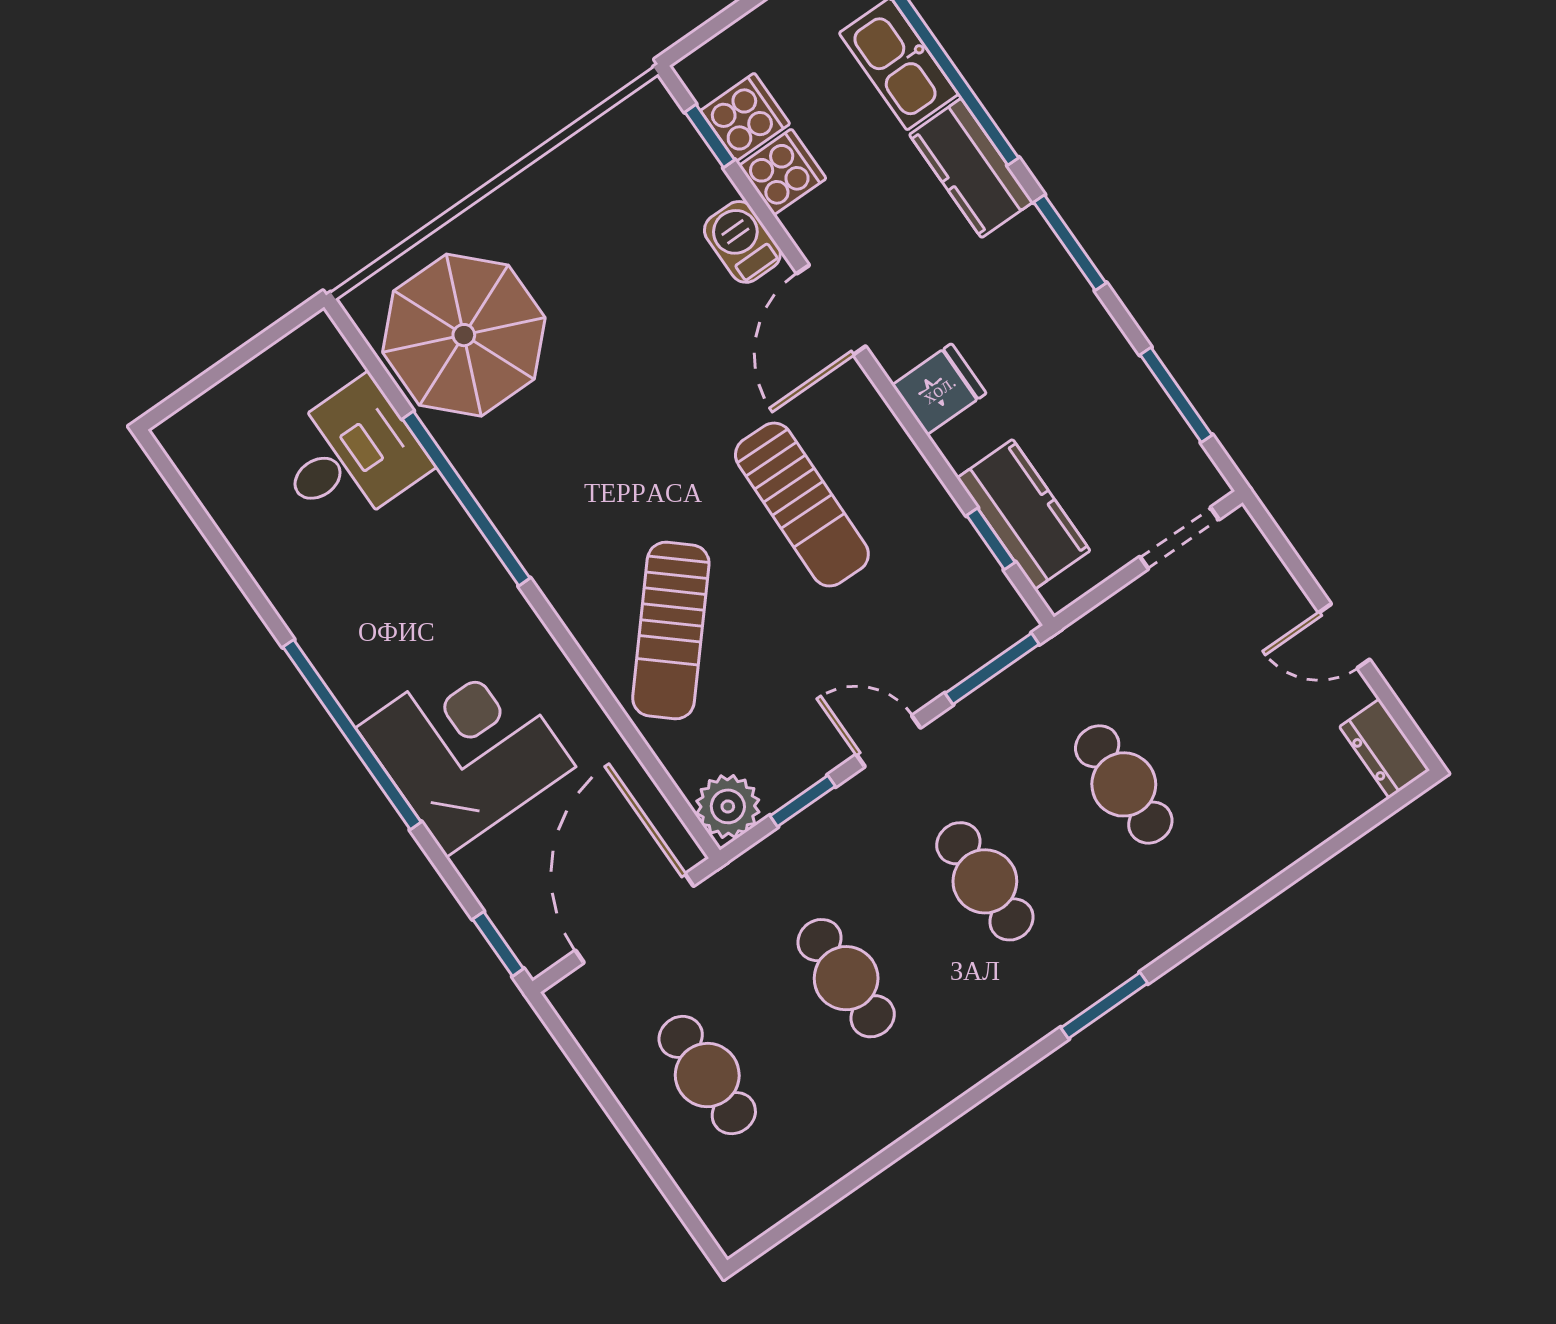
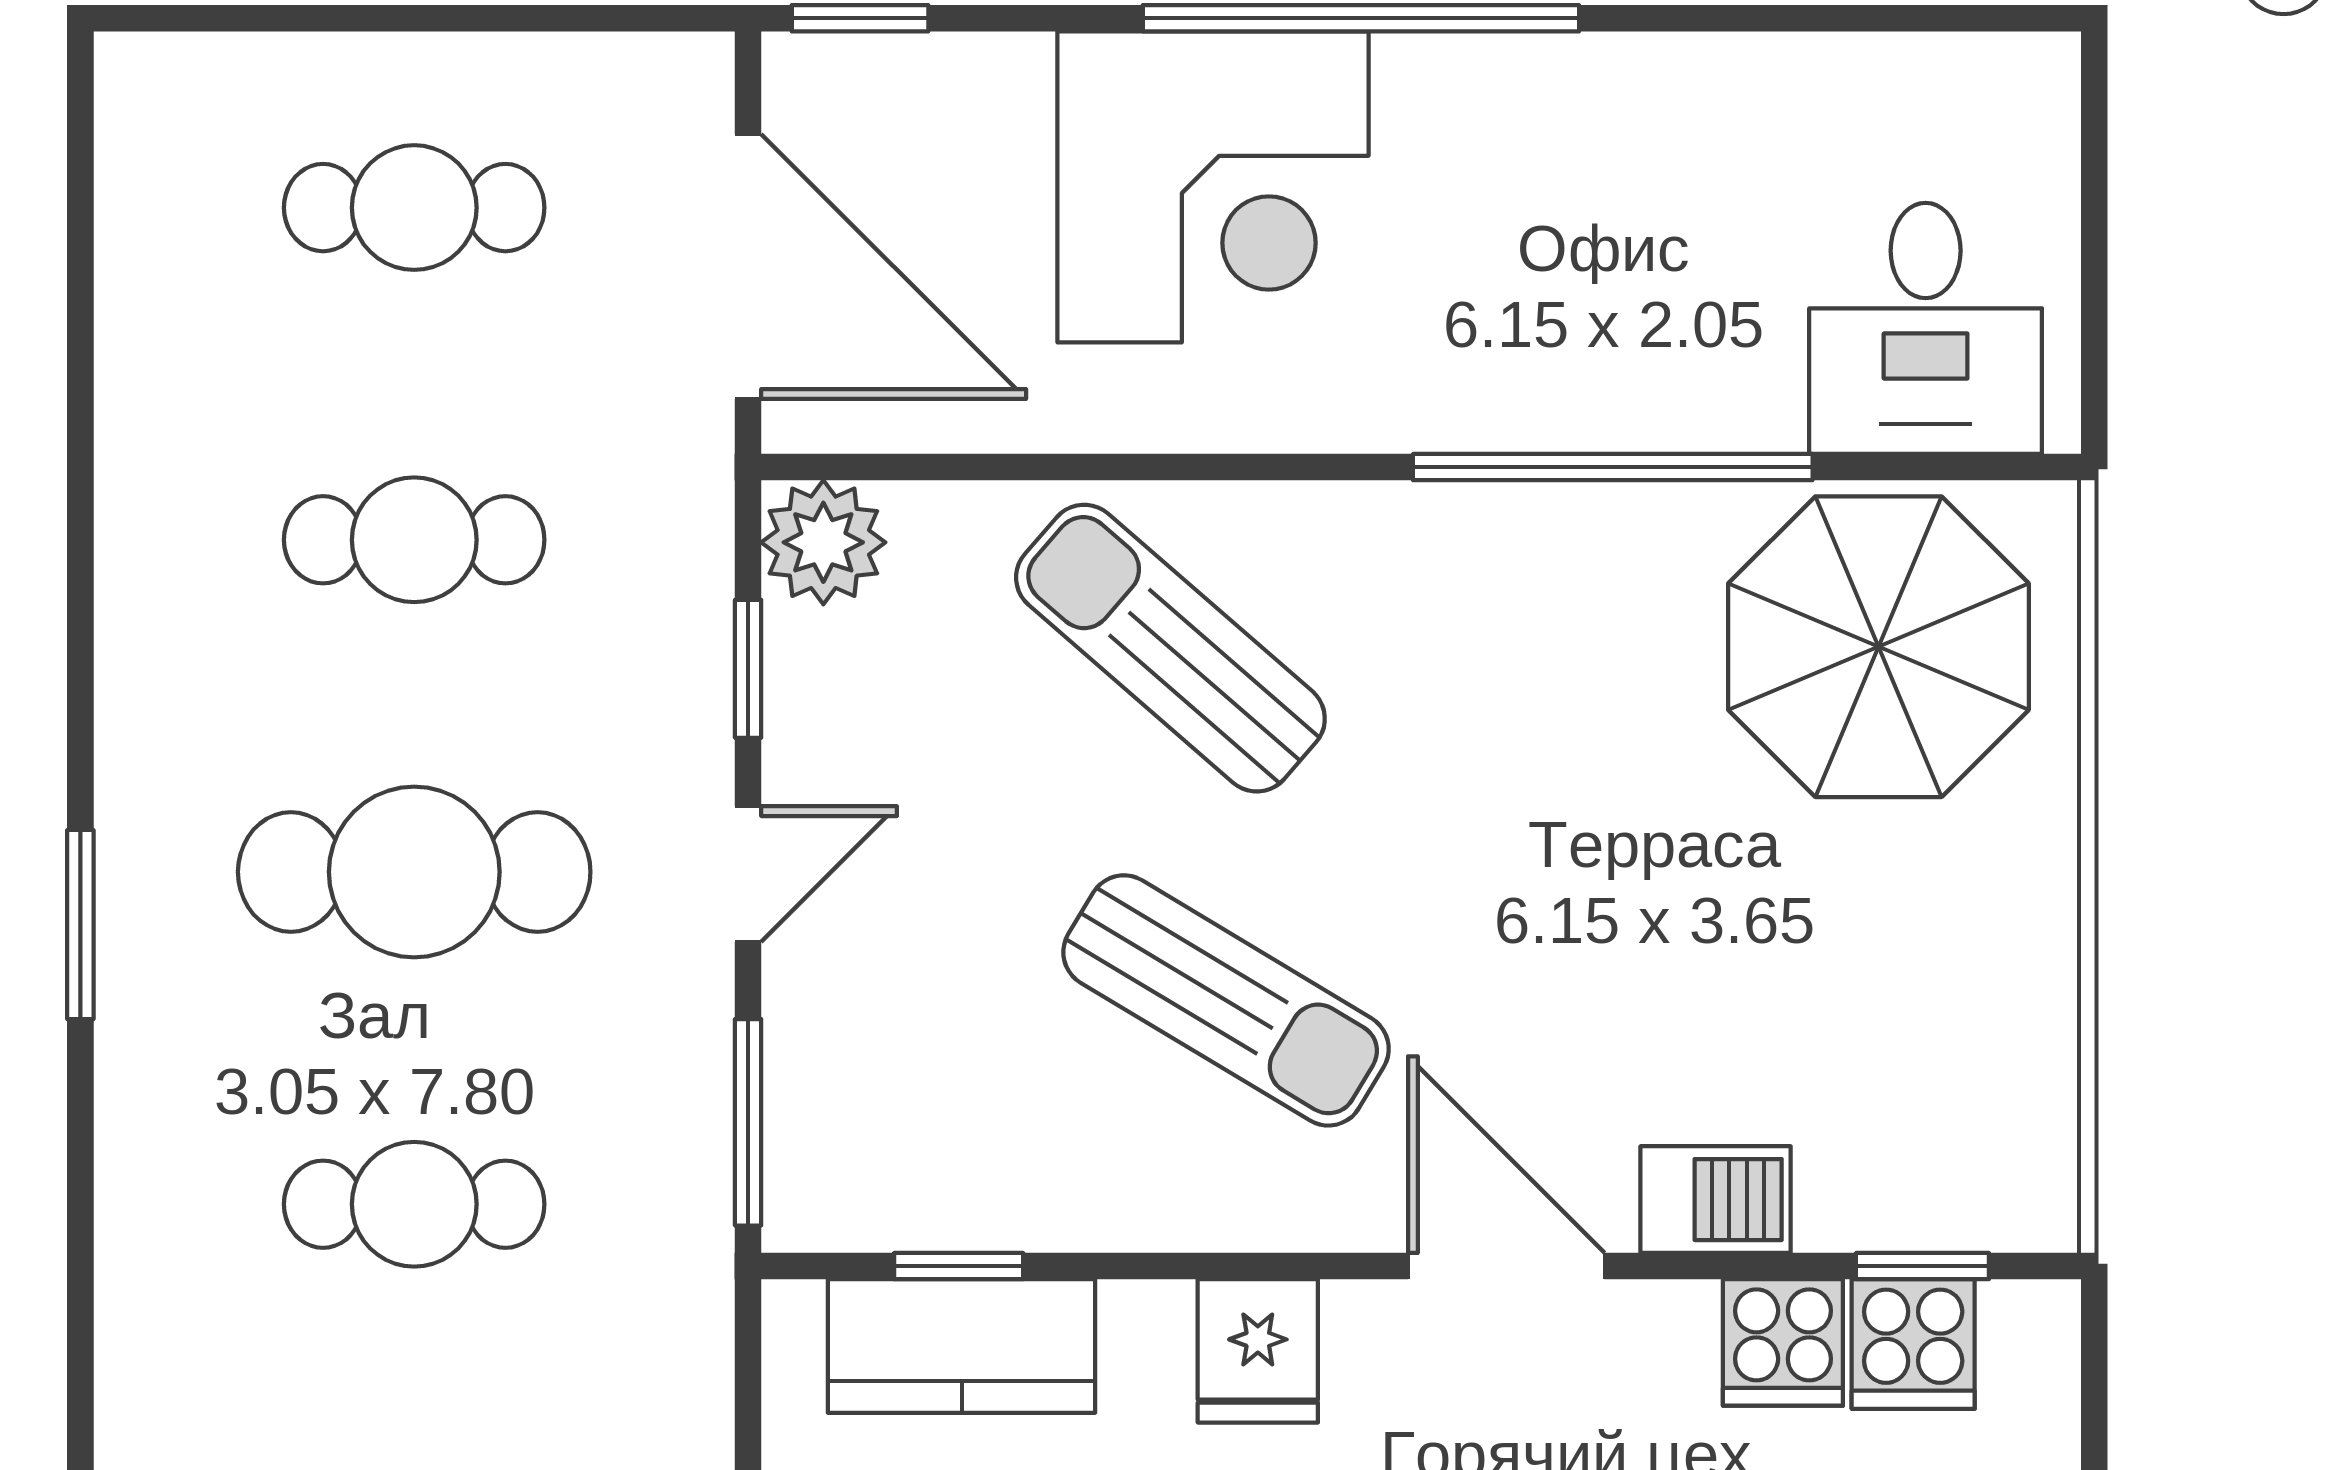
desk: (350, 456) -> (1926, 328), moved
sun lounger: (802, 505) -> (1226, 1000), turned -150
cafe table: (985, 881) -> (414, 872), width x1.37, depth x1.35

